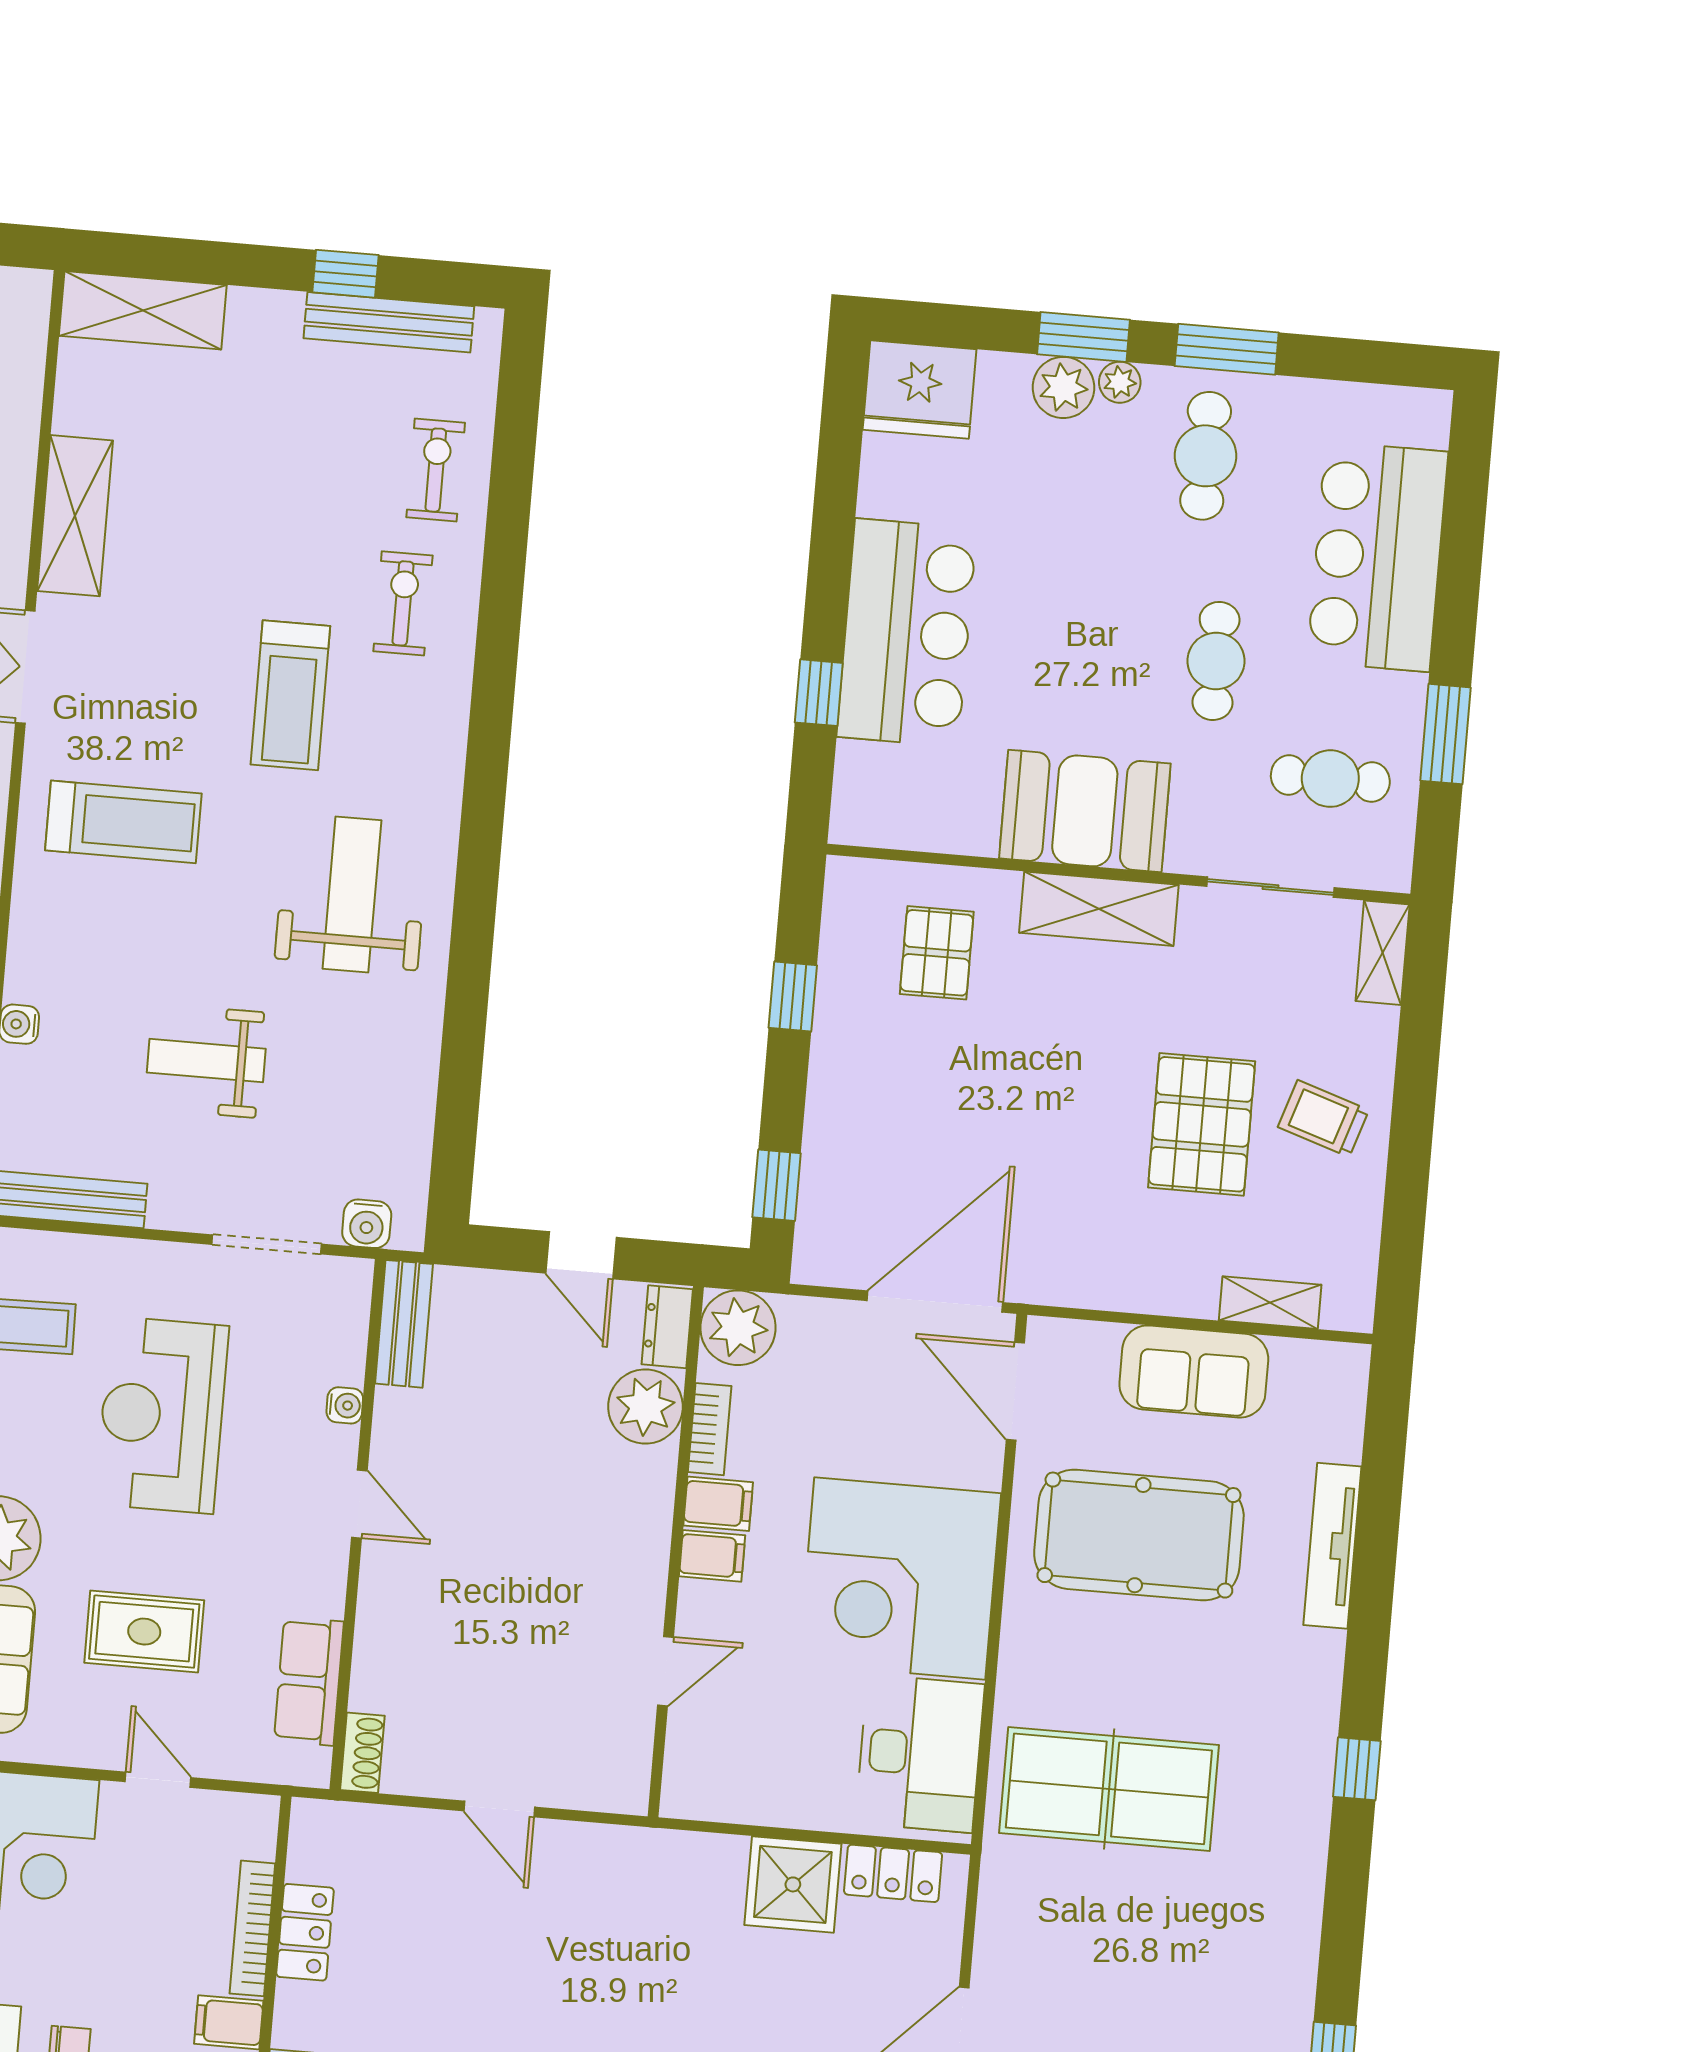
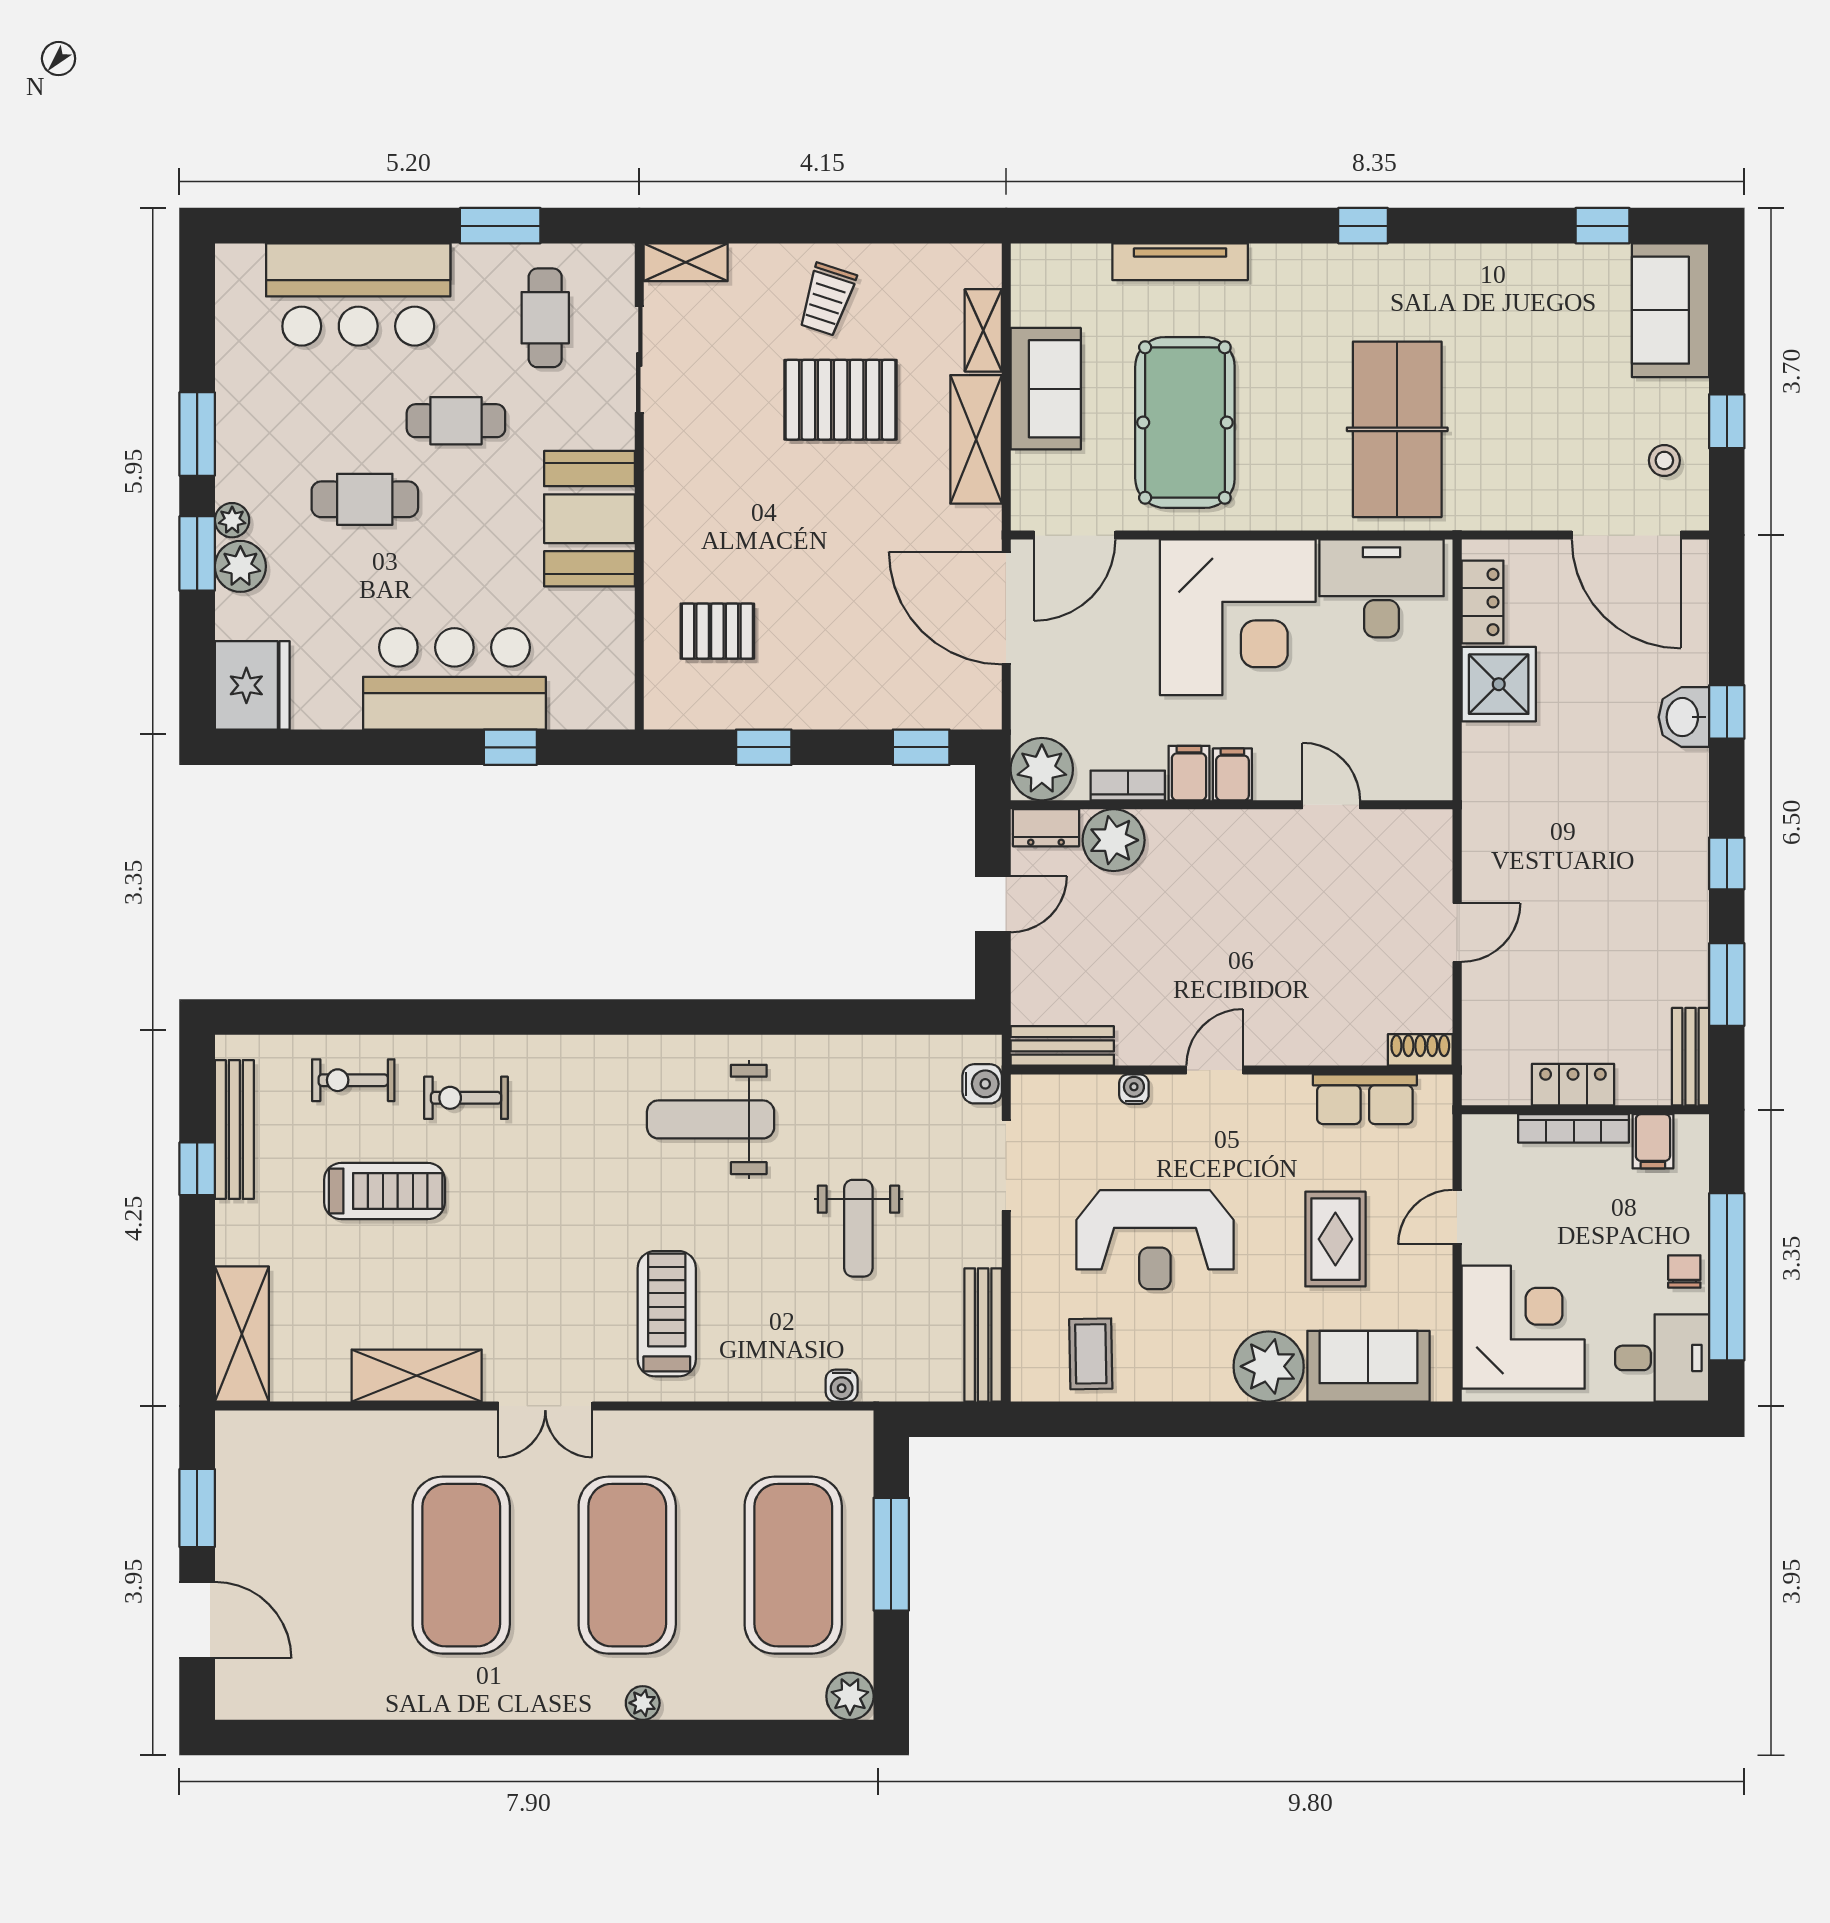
cafe table: (1206, 456) -> (365, 499), moved
treadmill: (290, 695) -> (384, 1191), moved
shelving: (1099, 909) -> (976, 439), moved

